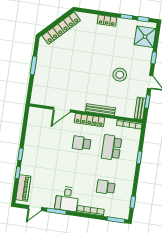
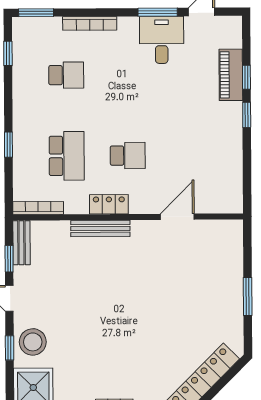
stool: (120, 75) -> (33, 342), moved
locker: (89, 120) -> (109, 204), width x0.66
piano: (23, 188) -> (231, 75), moved
desk: (67, 199) -> (162, 40), moved

